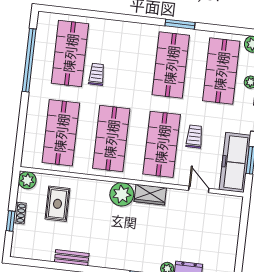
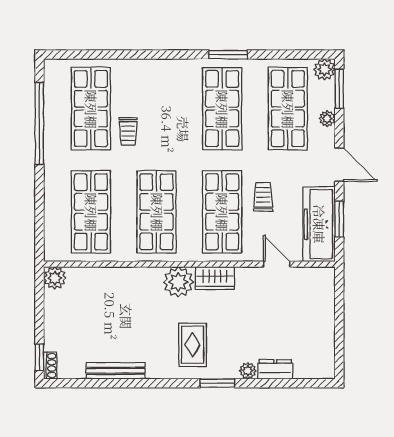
trolley: (97, 74) -> (128, 131), turned 180
rug: (58, 204) -> (193, 345), moved
shoe rack: (20, 213) -> (50, 365), moved
window: (11, 221) -> (39, 357), moved
bench: (72, 258) -> (116, 371), width x1.36

